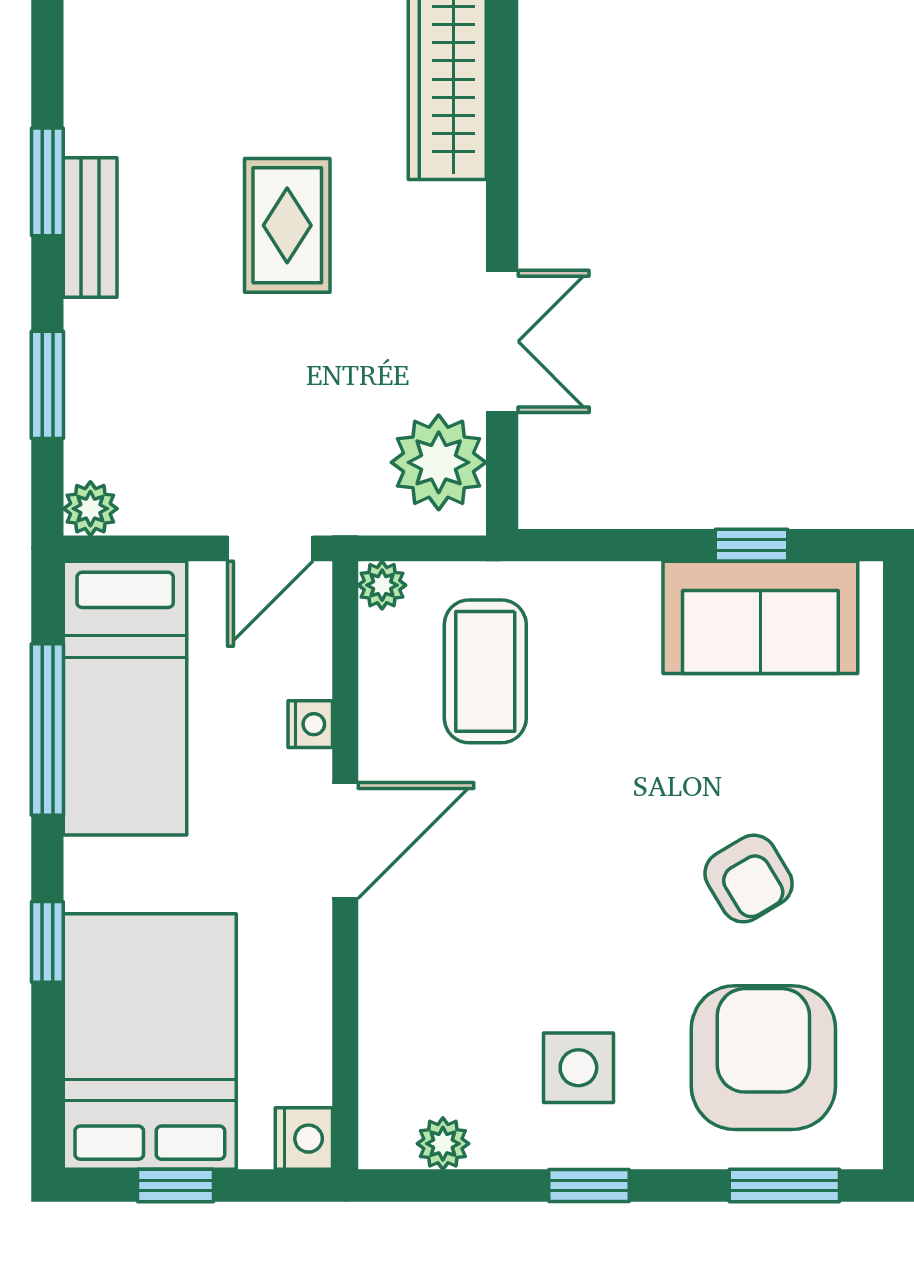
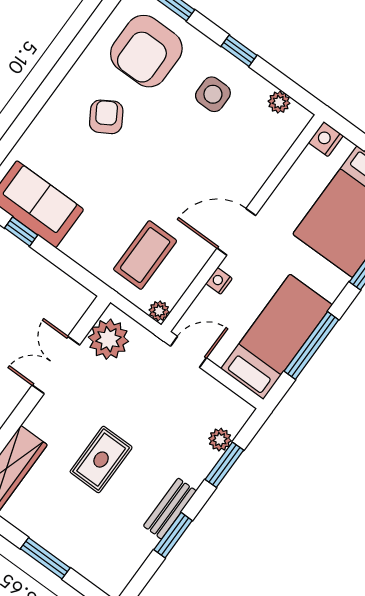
plant: (90, 509) -> (220, 440), moved

